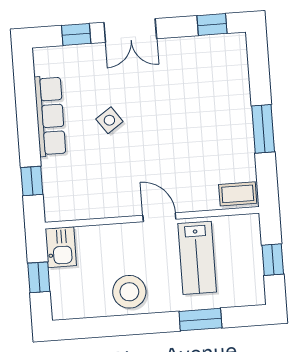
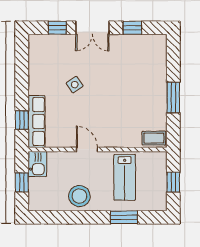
window: (212, 24) -> (132, 28), moved
row of seats: (50, 116) -> (37, 122), moved
door: (159, 217) -> (87, 149), moved

